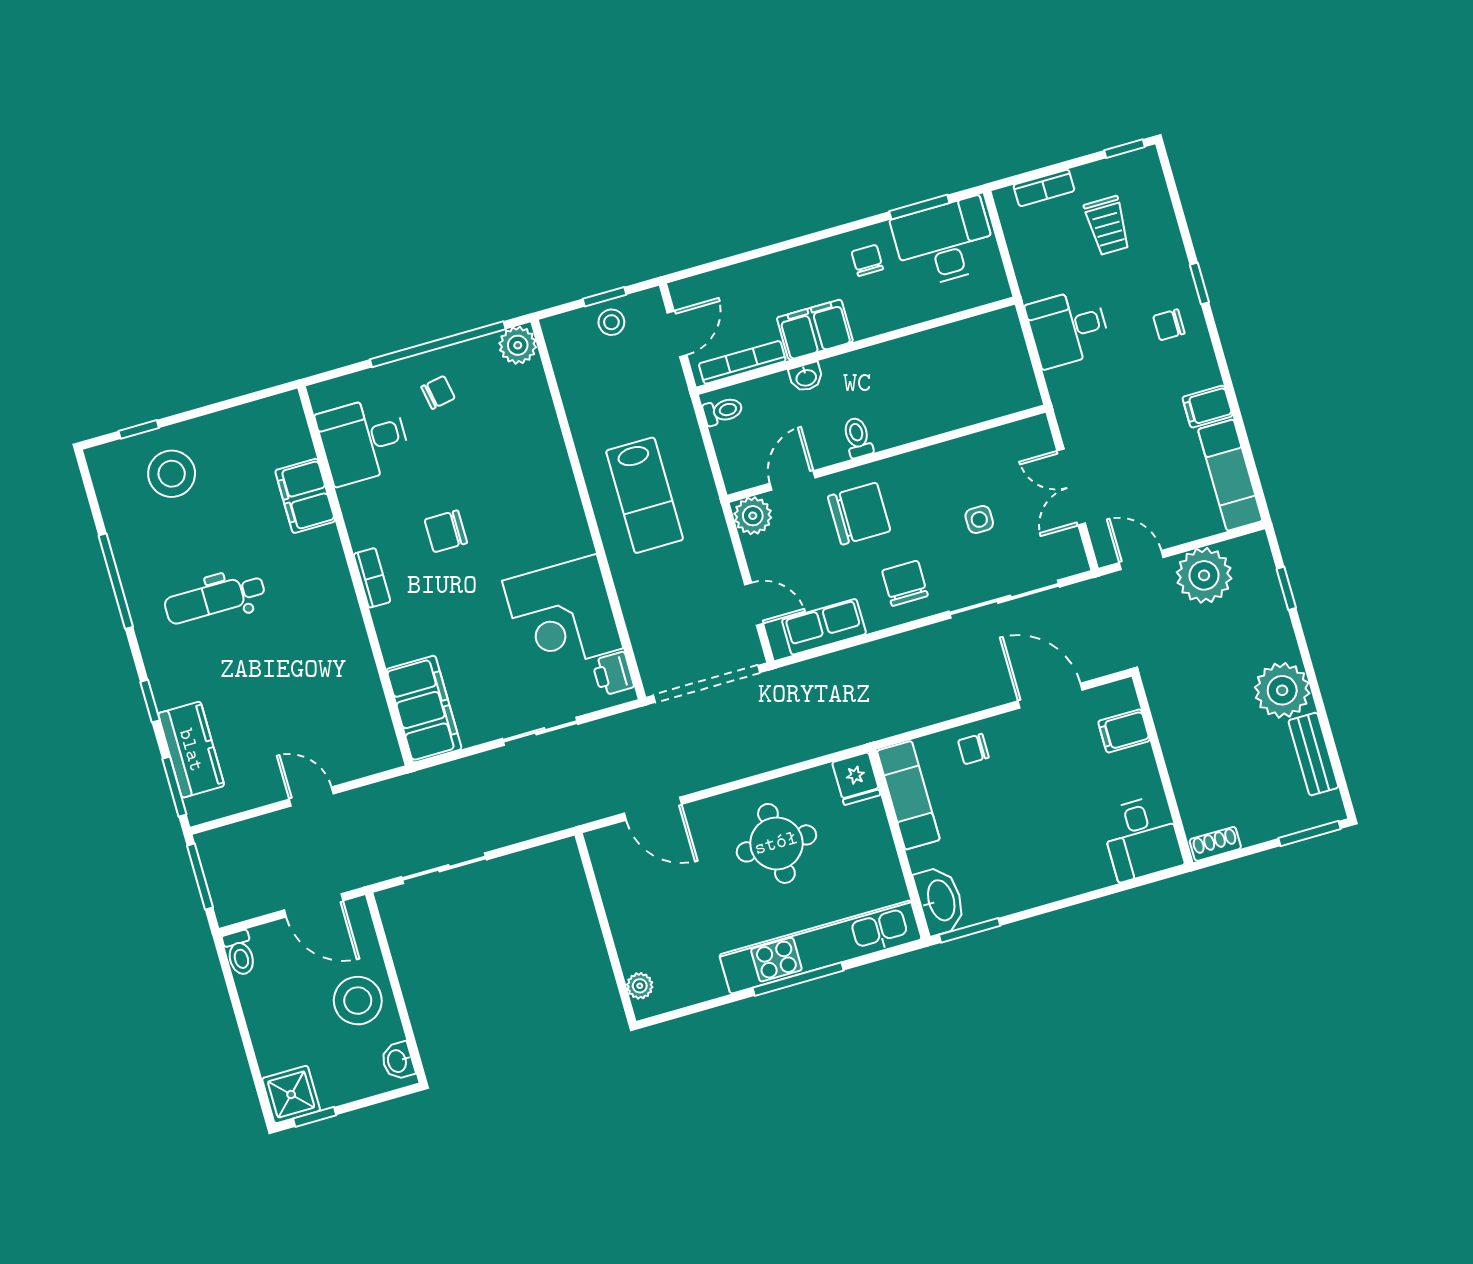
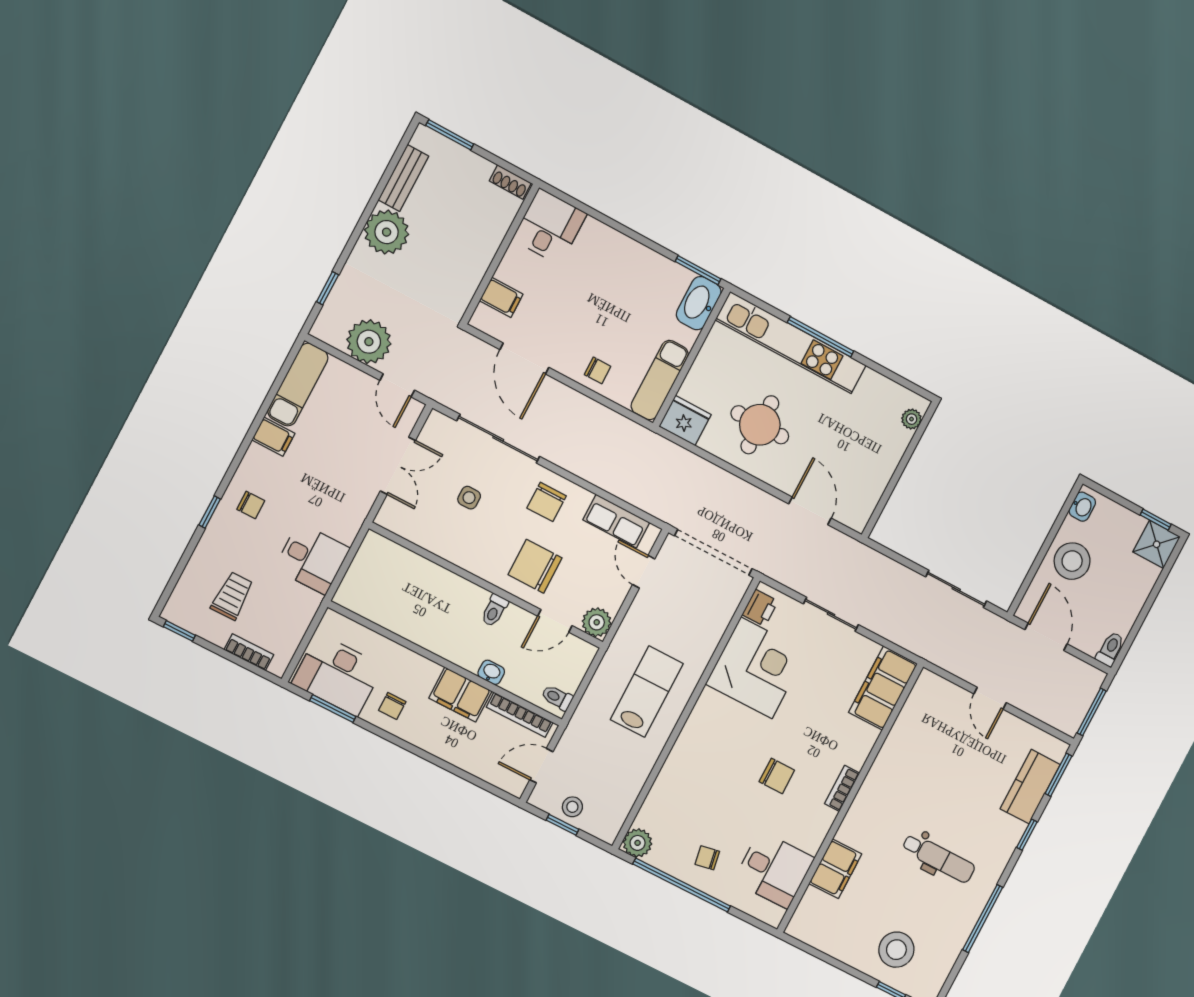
fridge: (856, 779) -> (685, 421), width x1.38

